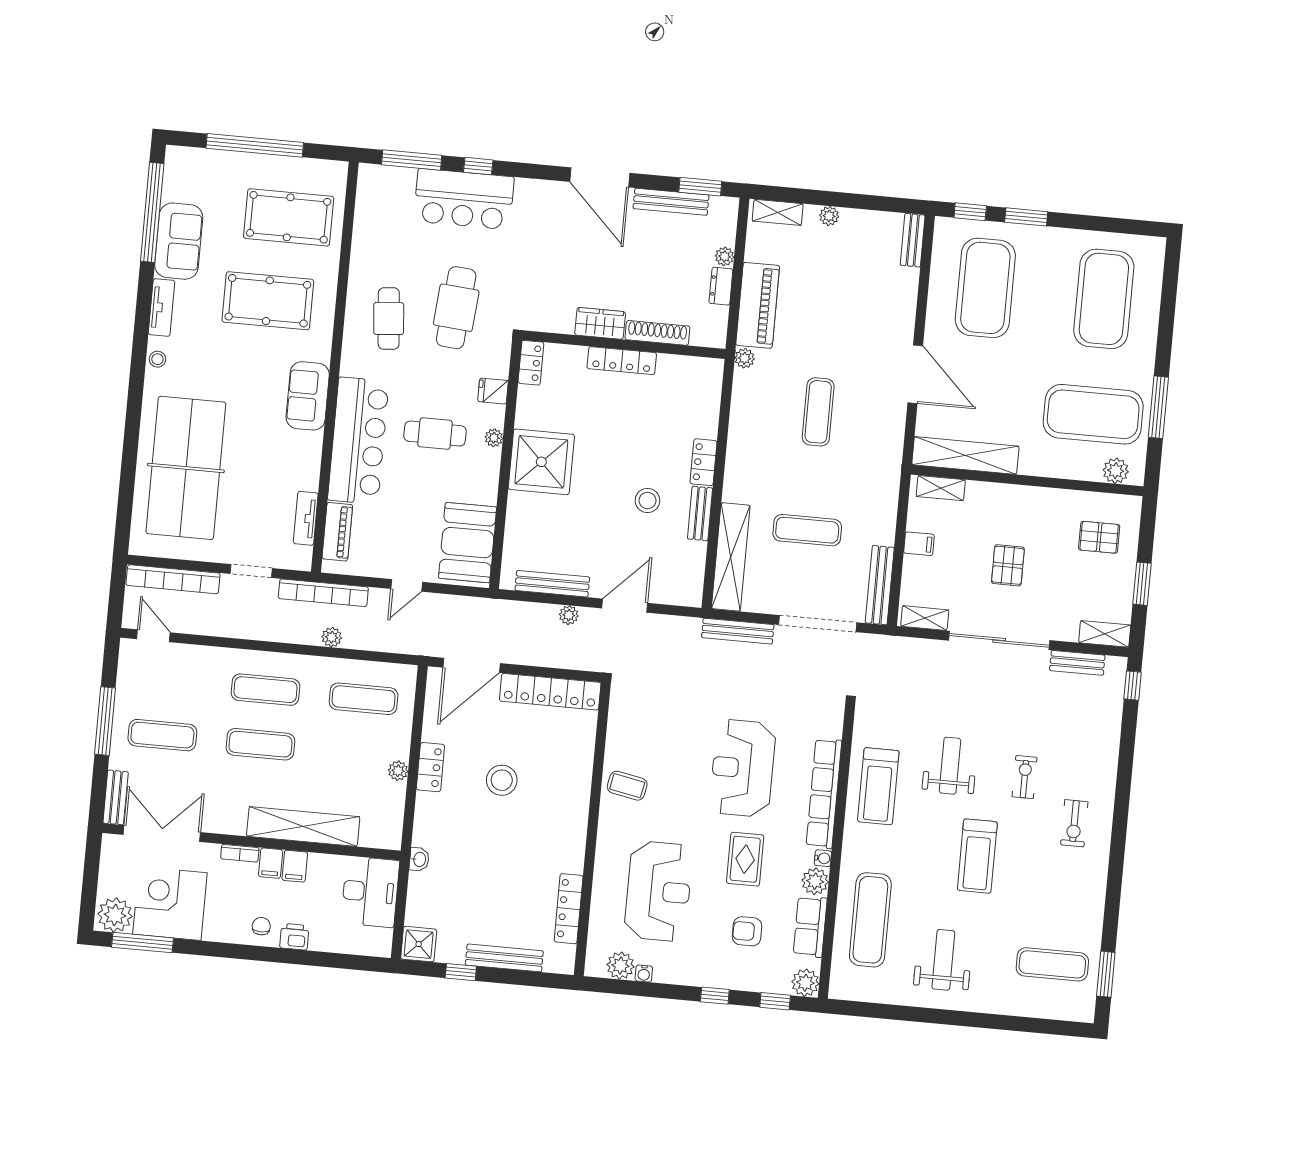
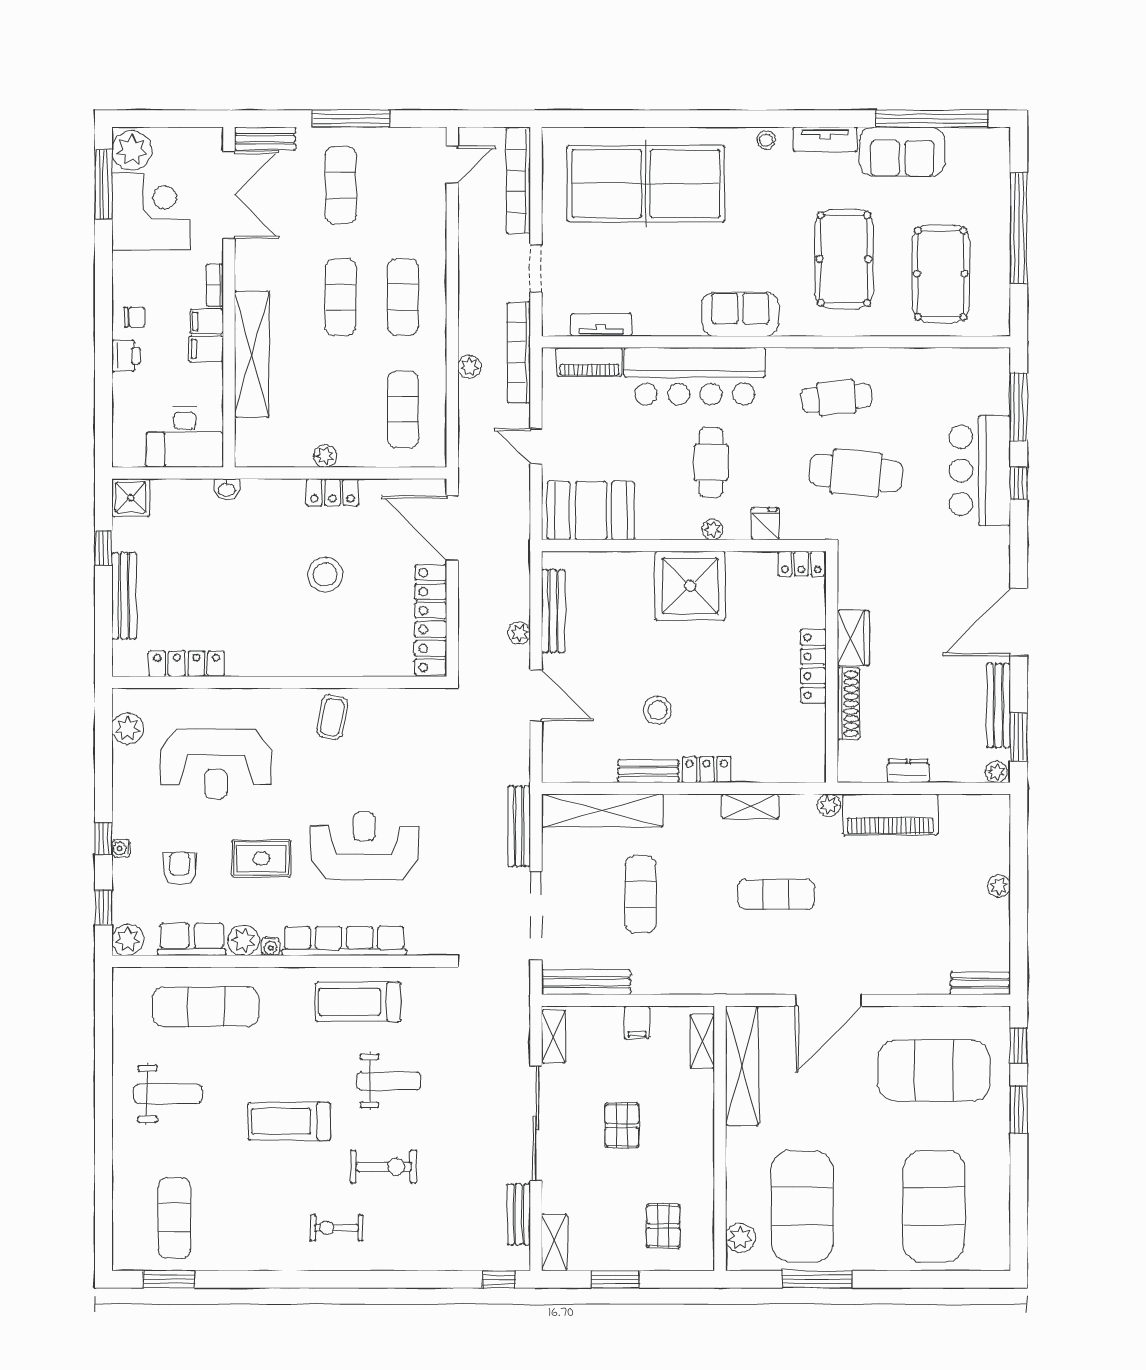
shelving: (778, 212) -> (750, 806), moved, turned 90
plant: (725, 256) -> (996, 772), moved
exercise mat: (1104, 299) -> (934, 1206), turned 90
pallet: (1008, 565) -> (622, 1125), turned 90
exercise bike: (1025, 777) -> (384, 1167), width x1.38, depth x1.39
water cooler: (644, 973) -> (121, 848), moved

